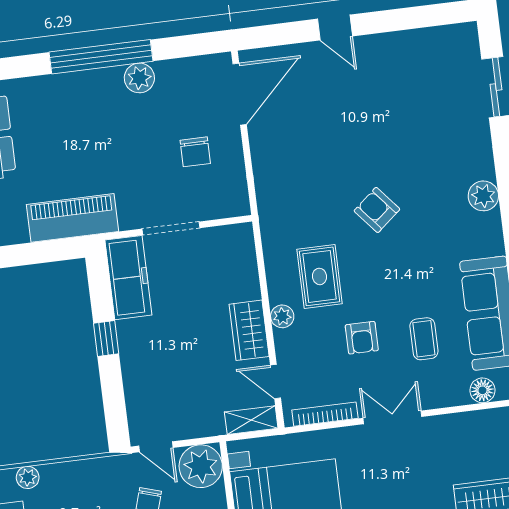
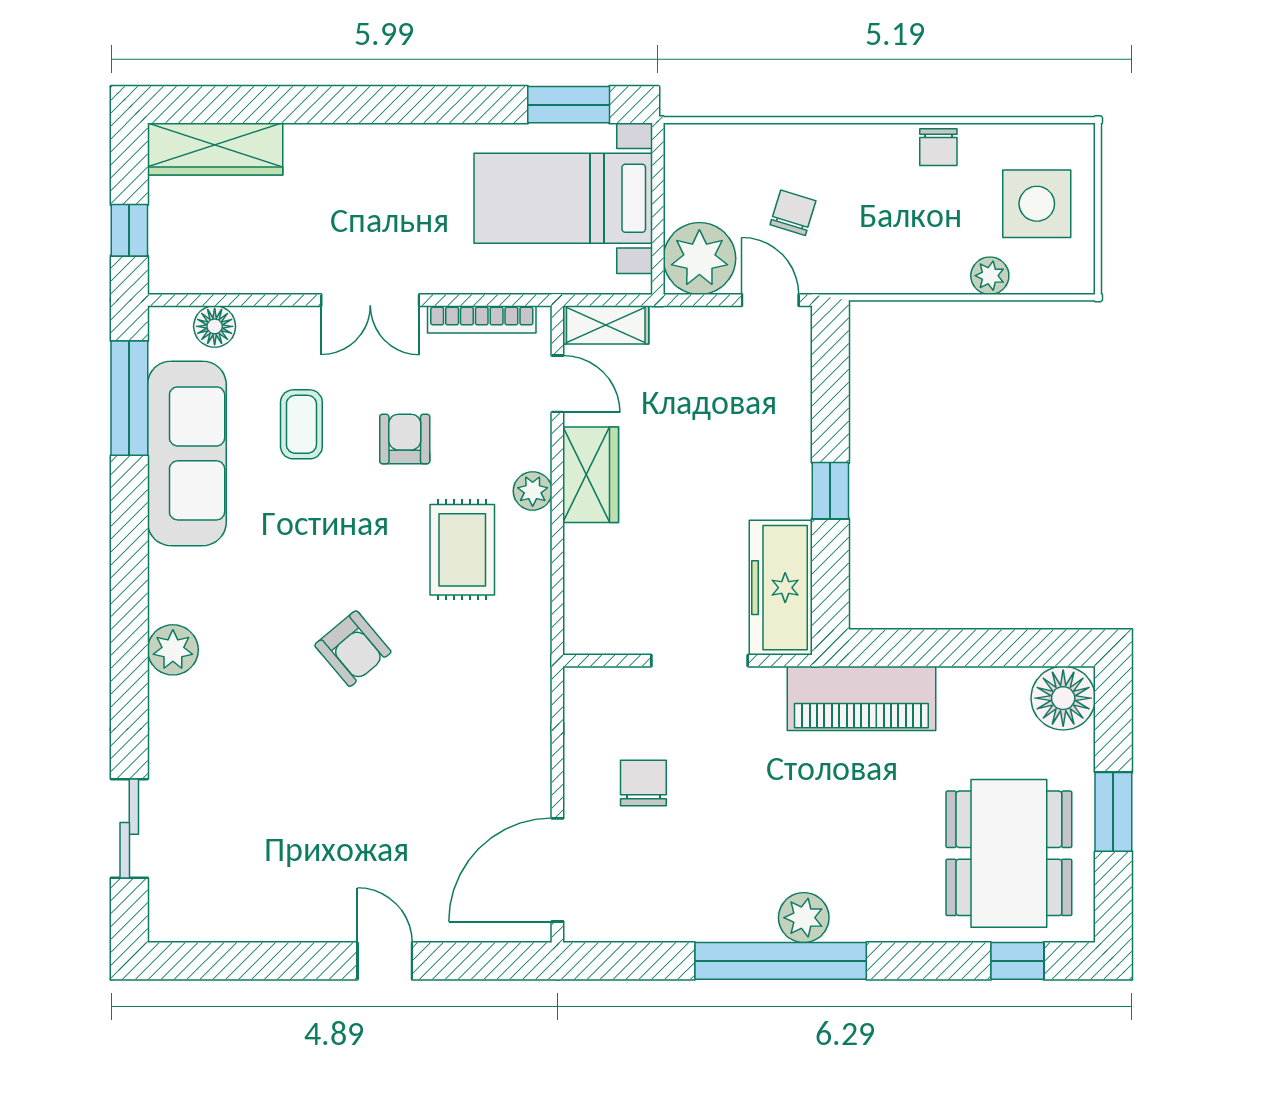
plant: (139, 78) -> (804, 918), moved

